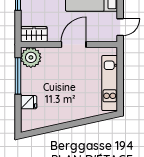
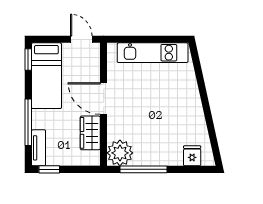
wardrobe: (34, 34) -> (90, 133), moved
fridge: (29, 102) -> (192, 156), moved

